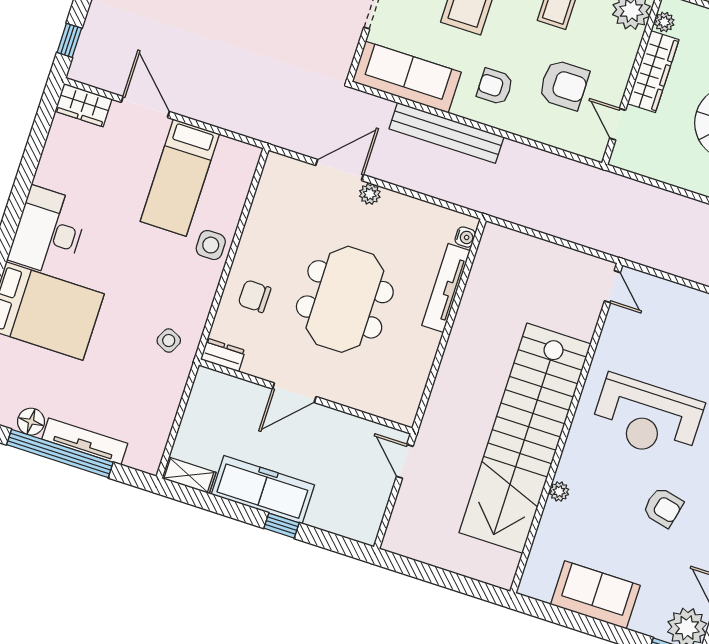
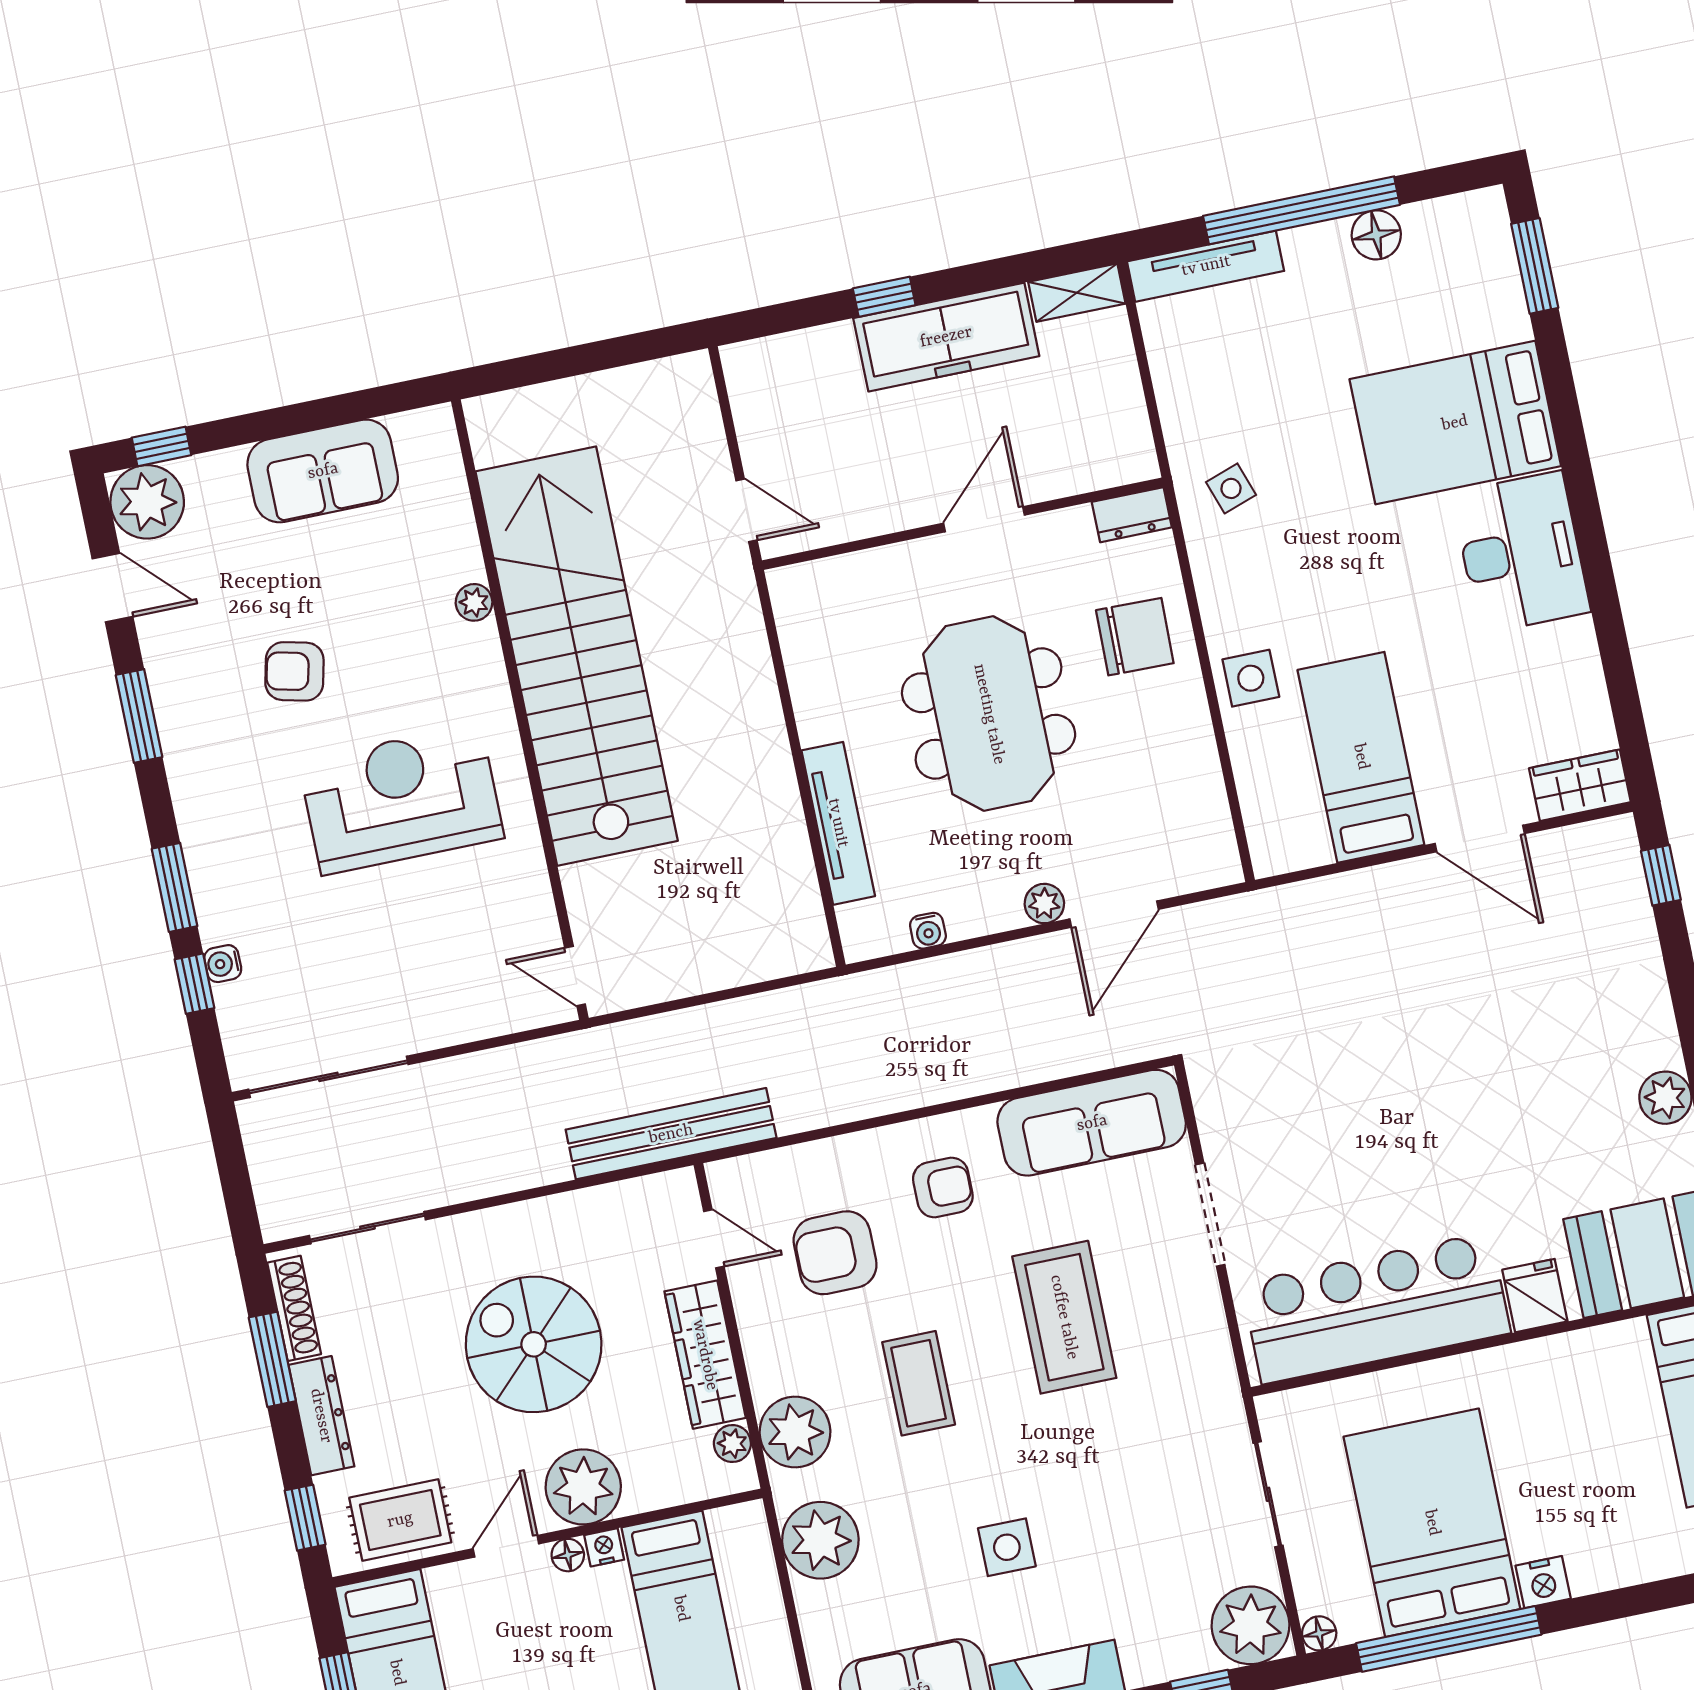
bench: (447, 133) -> (671, 1134), moved
water cooler: (465, 237) -> (928, 931), moved, turned -90
chair: (255, 296) -> (1135, 637), width x1.37, depth x1.37
side table: (169, 341) -> (1231, 488), turned 45
tv unit: (85, 441) -> (1206, 266), moved

